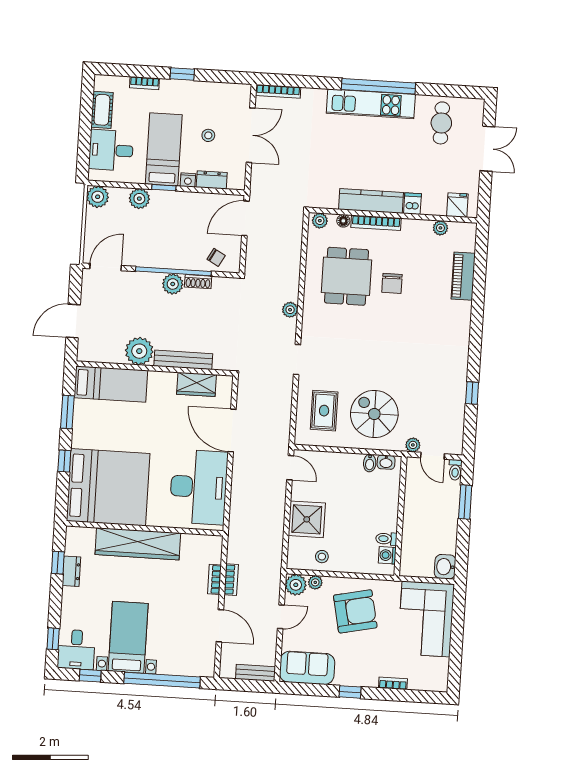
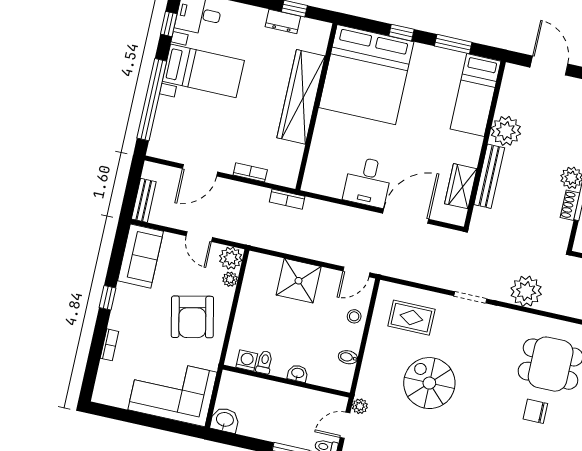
plant: (290, 310) -> (526, 291), width x1.88, depth x1.88
spiral stairs: (374, 414) -> (429, 383), moved, turned -90
washbasin: (386, 462) -> (298, 373), moved, turned 90
desk: (199, 487) -> (368, 182), width x0.53, depth x0.77
stool: (322, 557) -> (354, 316), moved
bookcase: (231, 580) -> (287, 199), moved

